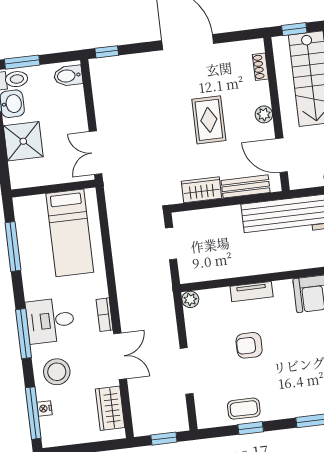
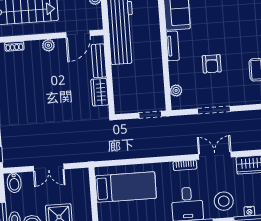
rug: (209, 120) -> (50, 84), removed
double door: (95, 153) -> (49, 168), moved
doorway: (171, 244) -> (150, 115), moved
tv unit: (252, 292) -> (173, 46), moved
plant: (190, 299) -> (176, 90), moved
doorway: (187, 371) -> (214, 110), moved

